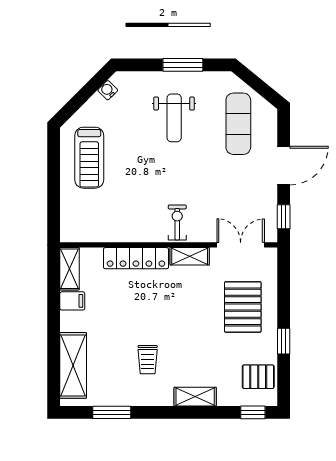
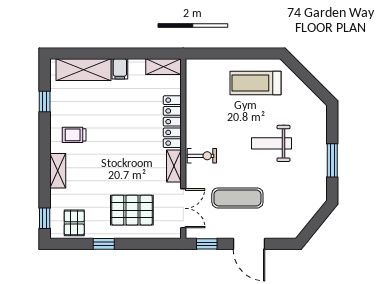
water cooler: (108, 90) -> (311, 98), removed
weight bench: (174, 118) -> (272, 143), moved
exercise mat: (238, 124) -> (237, 198), moved
filing cabinet: (72, 301) -> (120, 69), moved
trolley: (148, 360) -> (74, 135), moved
window: (112, 412) -> (45, 102), width x0.67

